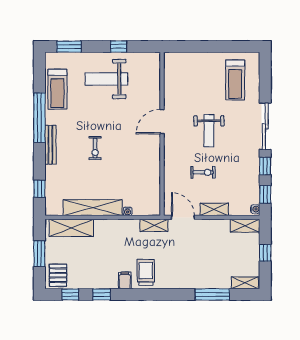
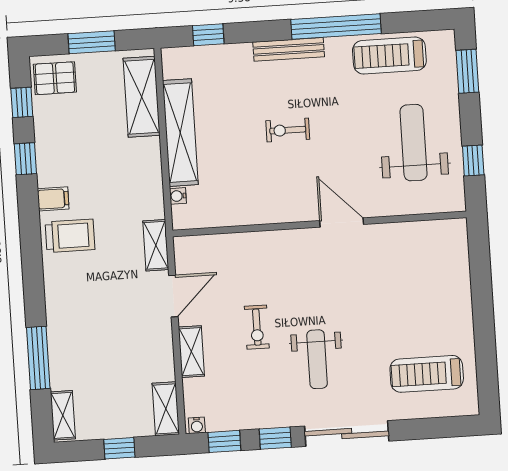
door: (162, 122) -> (342, 223), moved
weight bench: (209, 131) -> (317, 359), moved, turned -90
wall: (162, 134) -> (319, 224), moved

